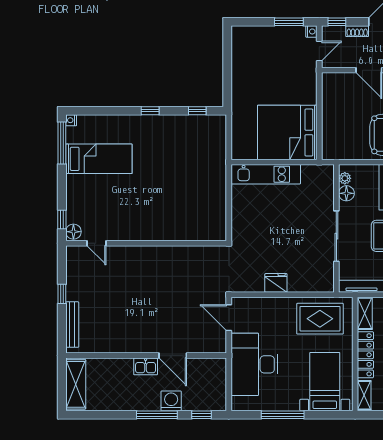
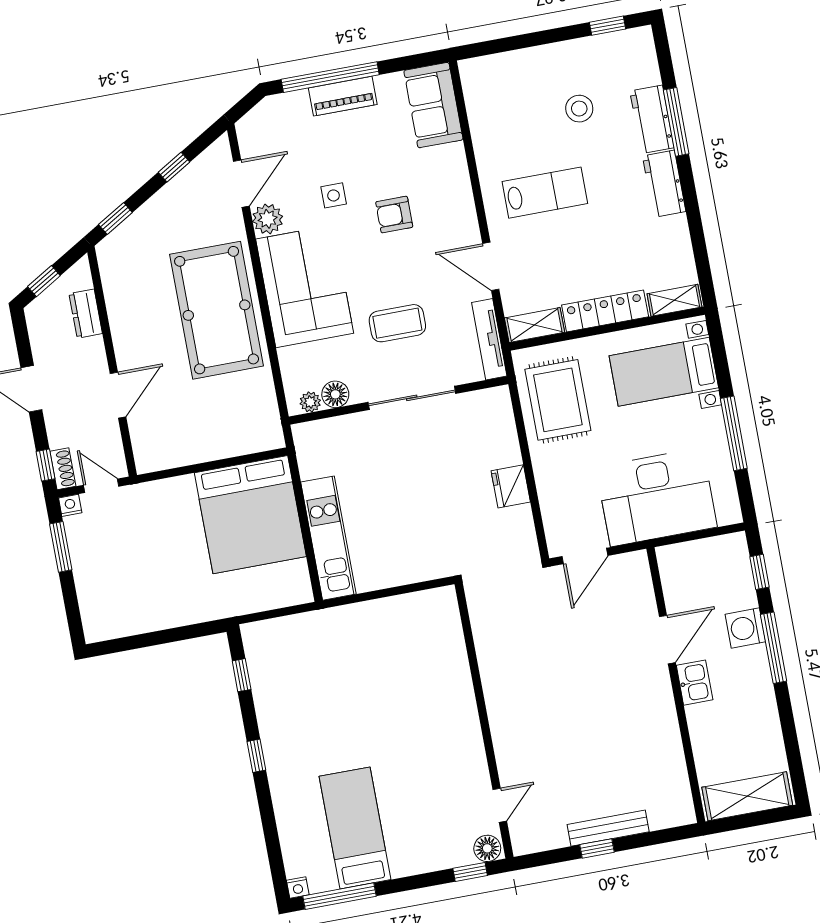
shoe rack: (357, 31) -> (63, 469), moved
bench: (72, 325) -> (608, 828), moved

